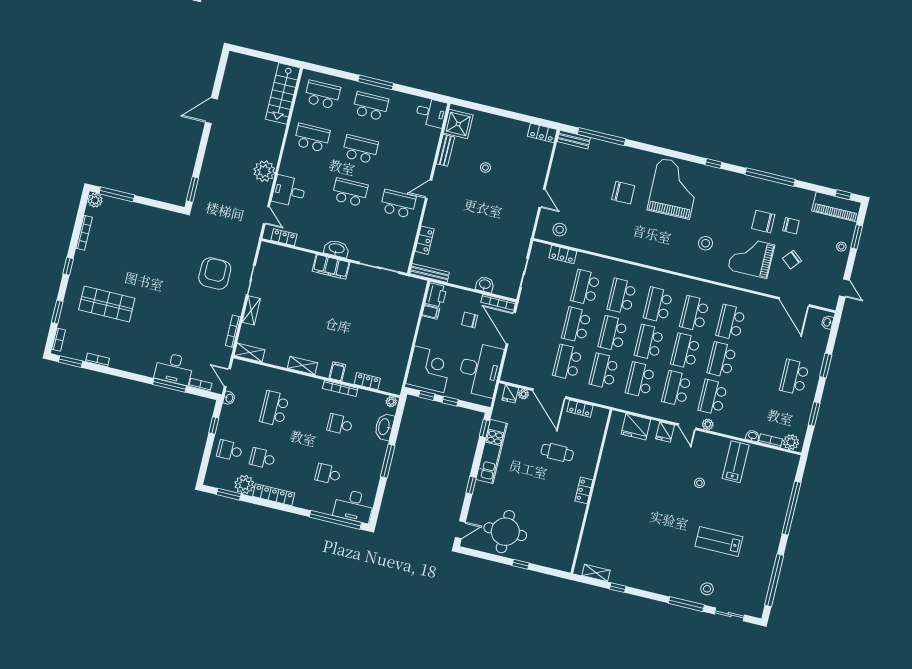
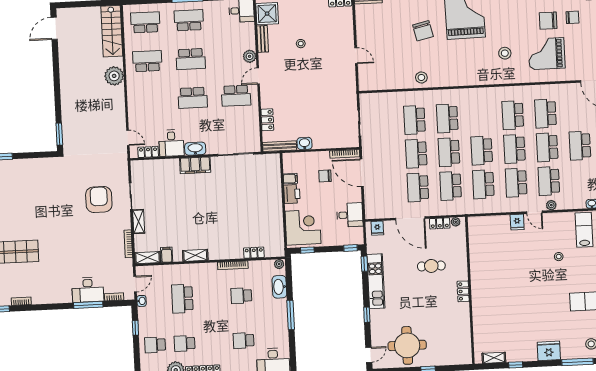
door: (211, 111) -> (54, 28), moved
school desk: (360, 149) -> (191, 59), turned 180
plant: (425, 165) -> (250, 56), added
plant: (264, 171) -> (114, 76), moved
desk: (289, 191) -> (171, 143), moved, turned -90
school desk: (350, 192) -> (193, 98), turned 180
chair: (623, 193) -> (423, 31), turned 77
school desk: (398, 204) -> (236, 96), turned 180
stool: (560, 230) -> (421, 77), moved
locker: (563, 254) -> (387, 98), removed
chair: (792, 260) -> (582, 46), removed
washbasin: (485, 285) -> (305, 143), moved
printer: (436, 295) -> (292, 194), moved
school desk: (658, 305) -> (580, 146), moved
desk: (480, 370) -> (350, 215), width x0.53, depth x0.77
filing cabinet: (337, 371) -> (167, 255), moved
door: (227, 378) -> (135, 284), swing flipped
plant: (524, 394) -> (456, 222), moved
window: (450, 401) -> (351, 248), moved
fridge: (636, 427) -> (549, 351), moved, turned 180

